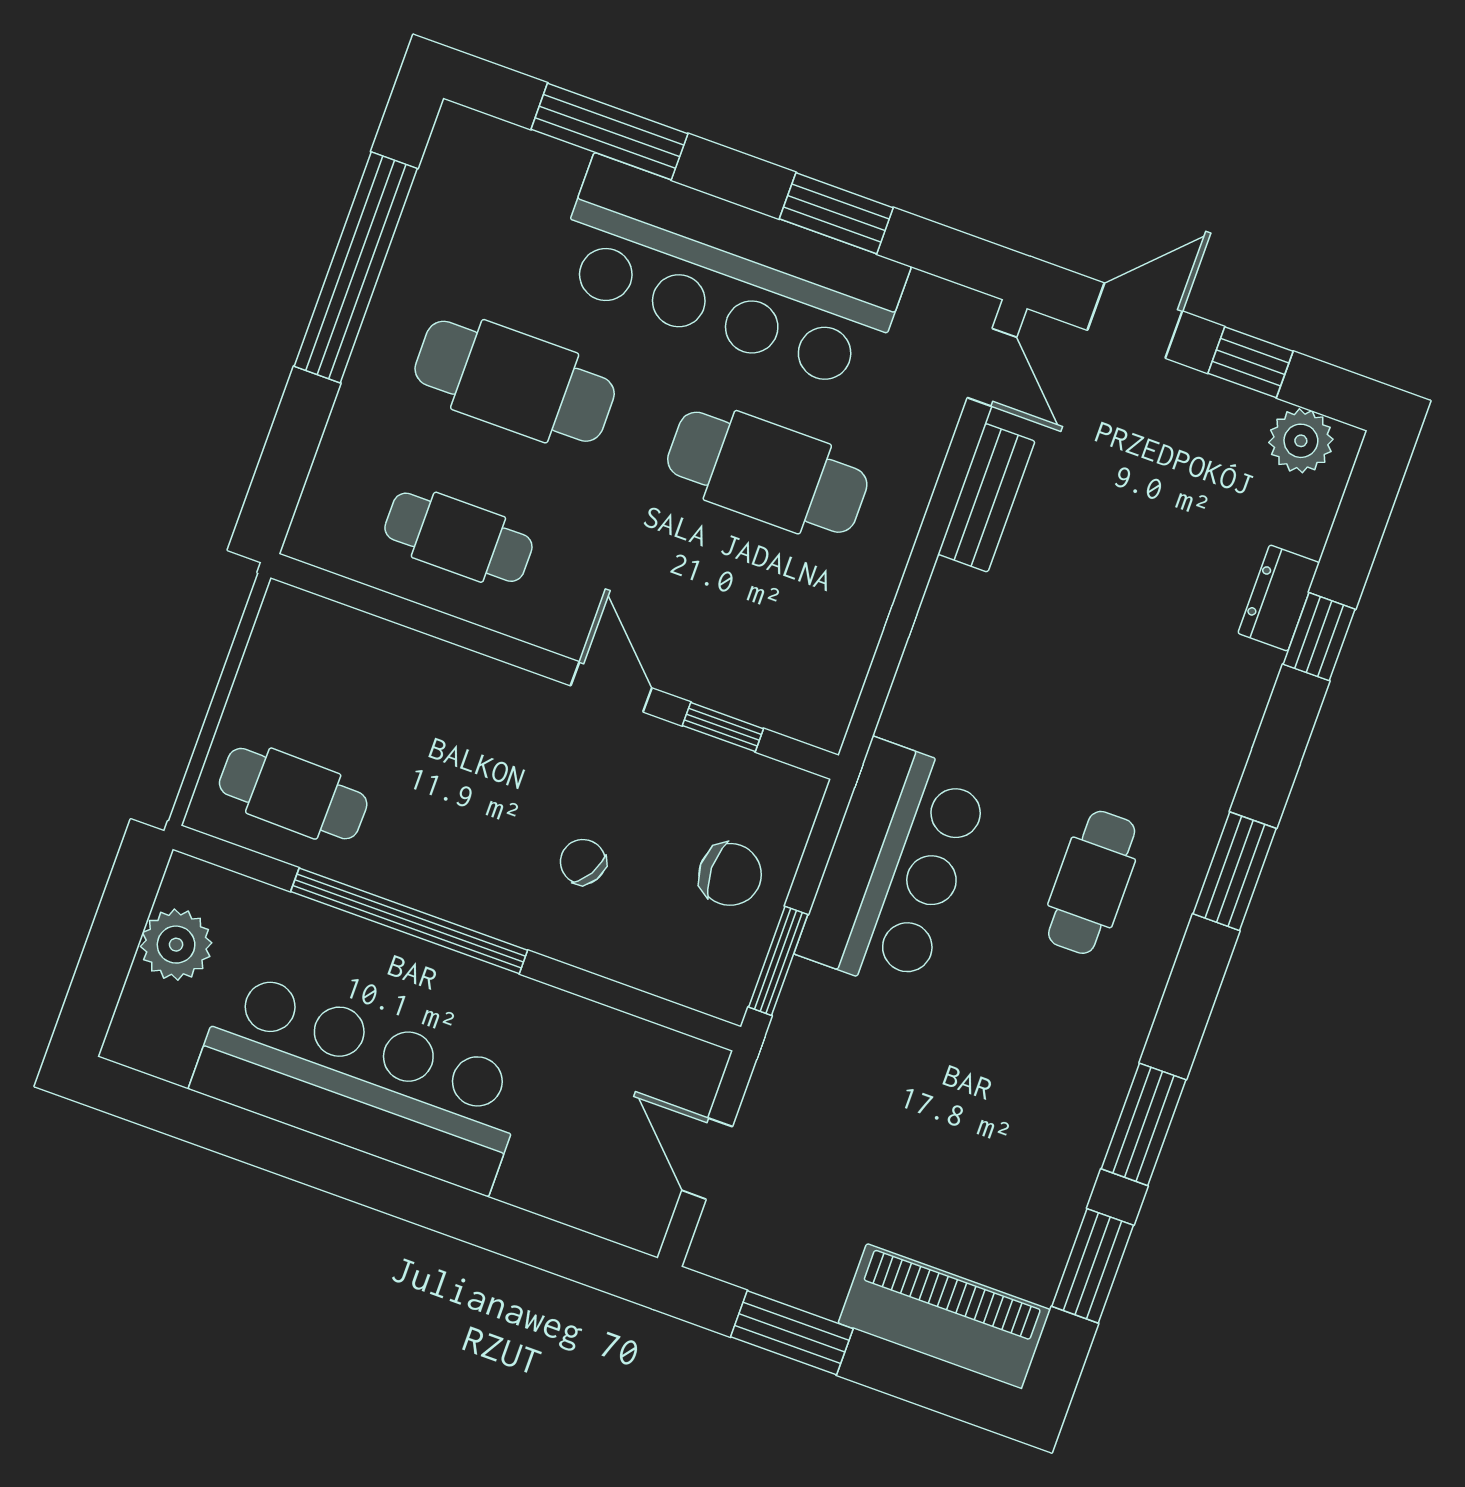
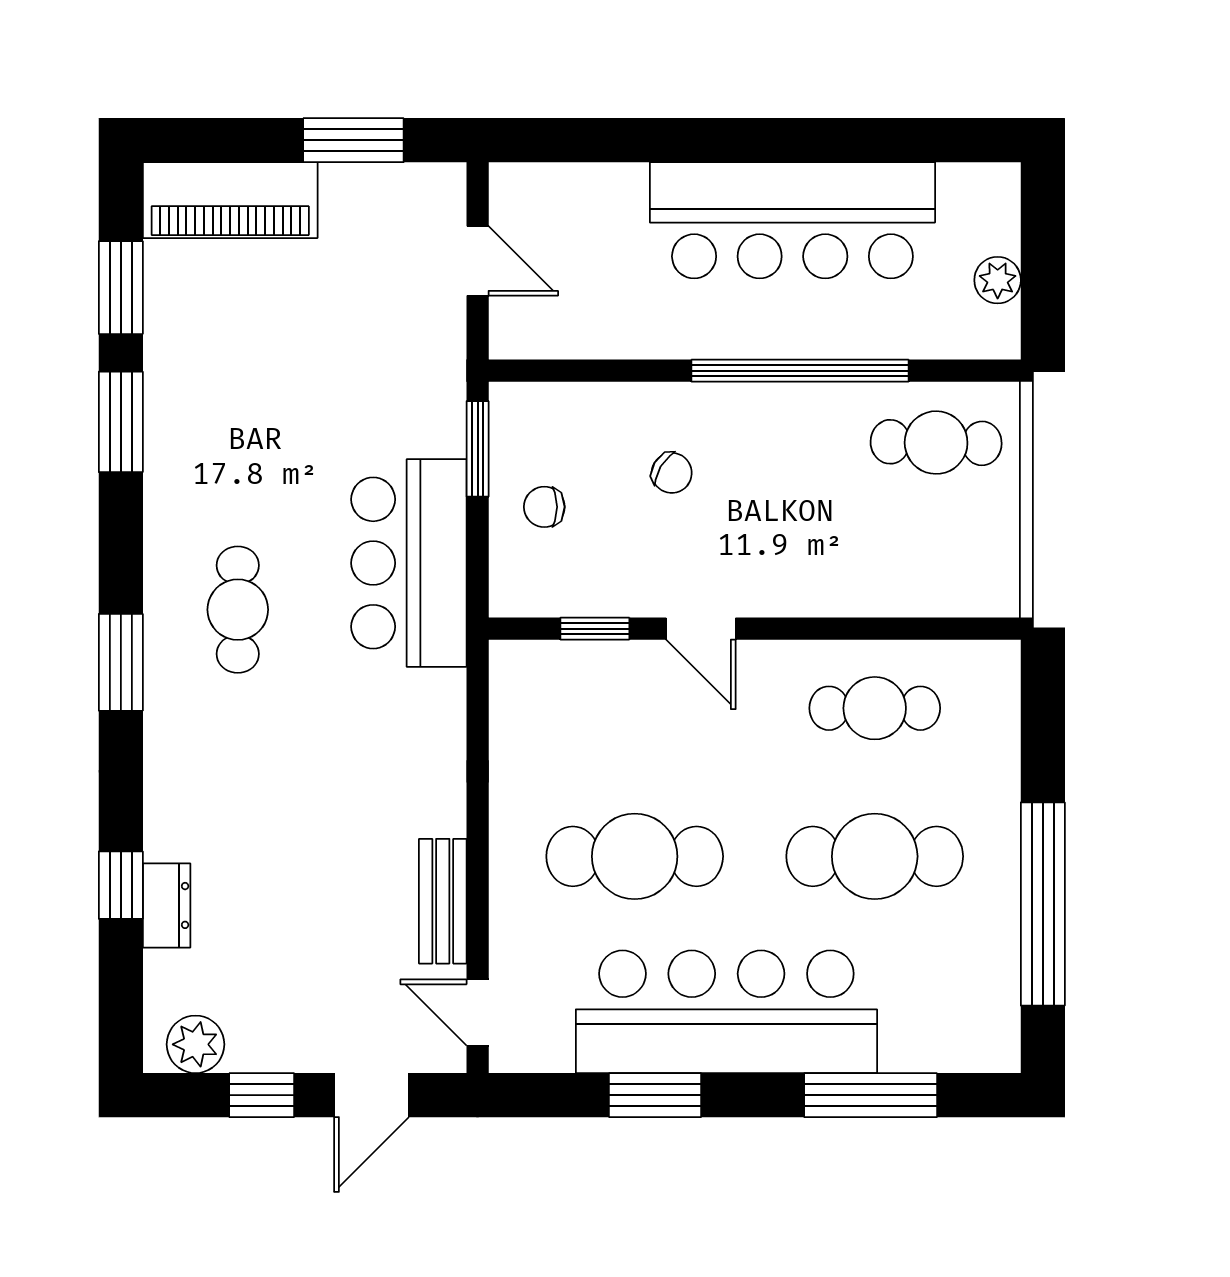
chair: (730, 874) -> (544, 507), width x0.73, depth x0.73
plant: (176, 945) -> (998, 280), width x0.73, depth x0.73

